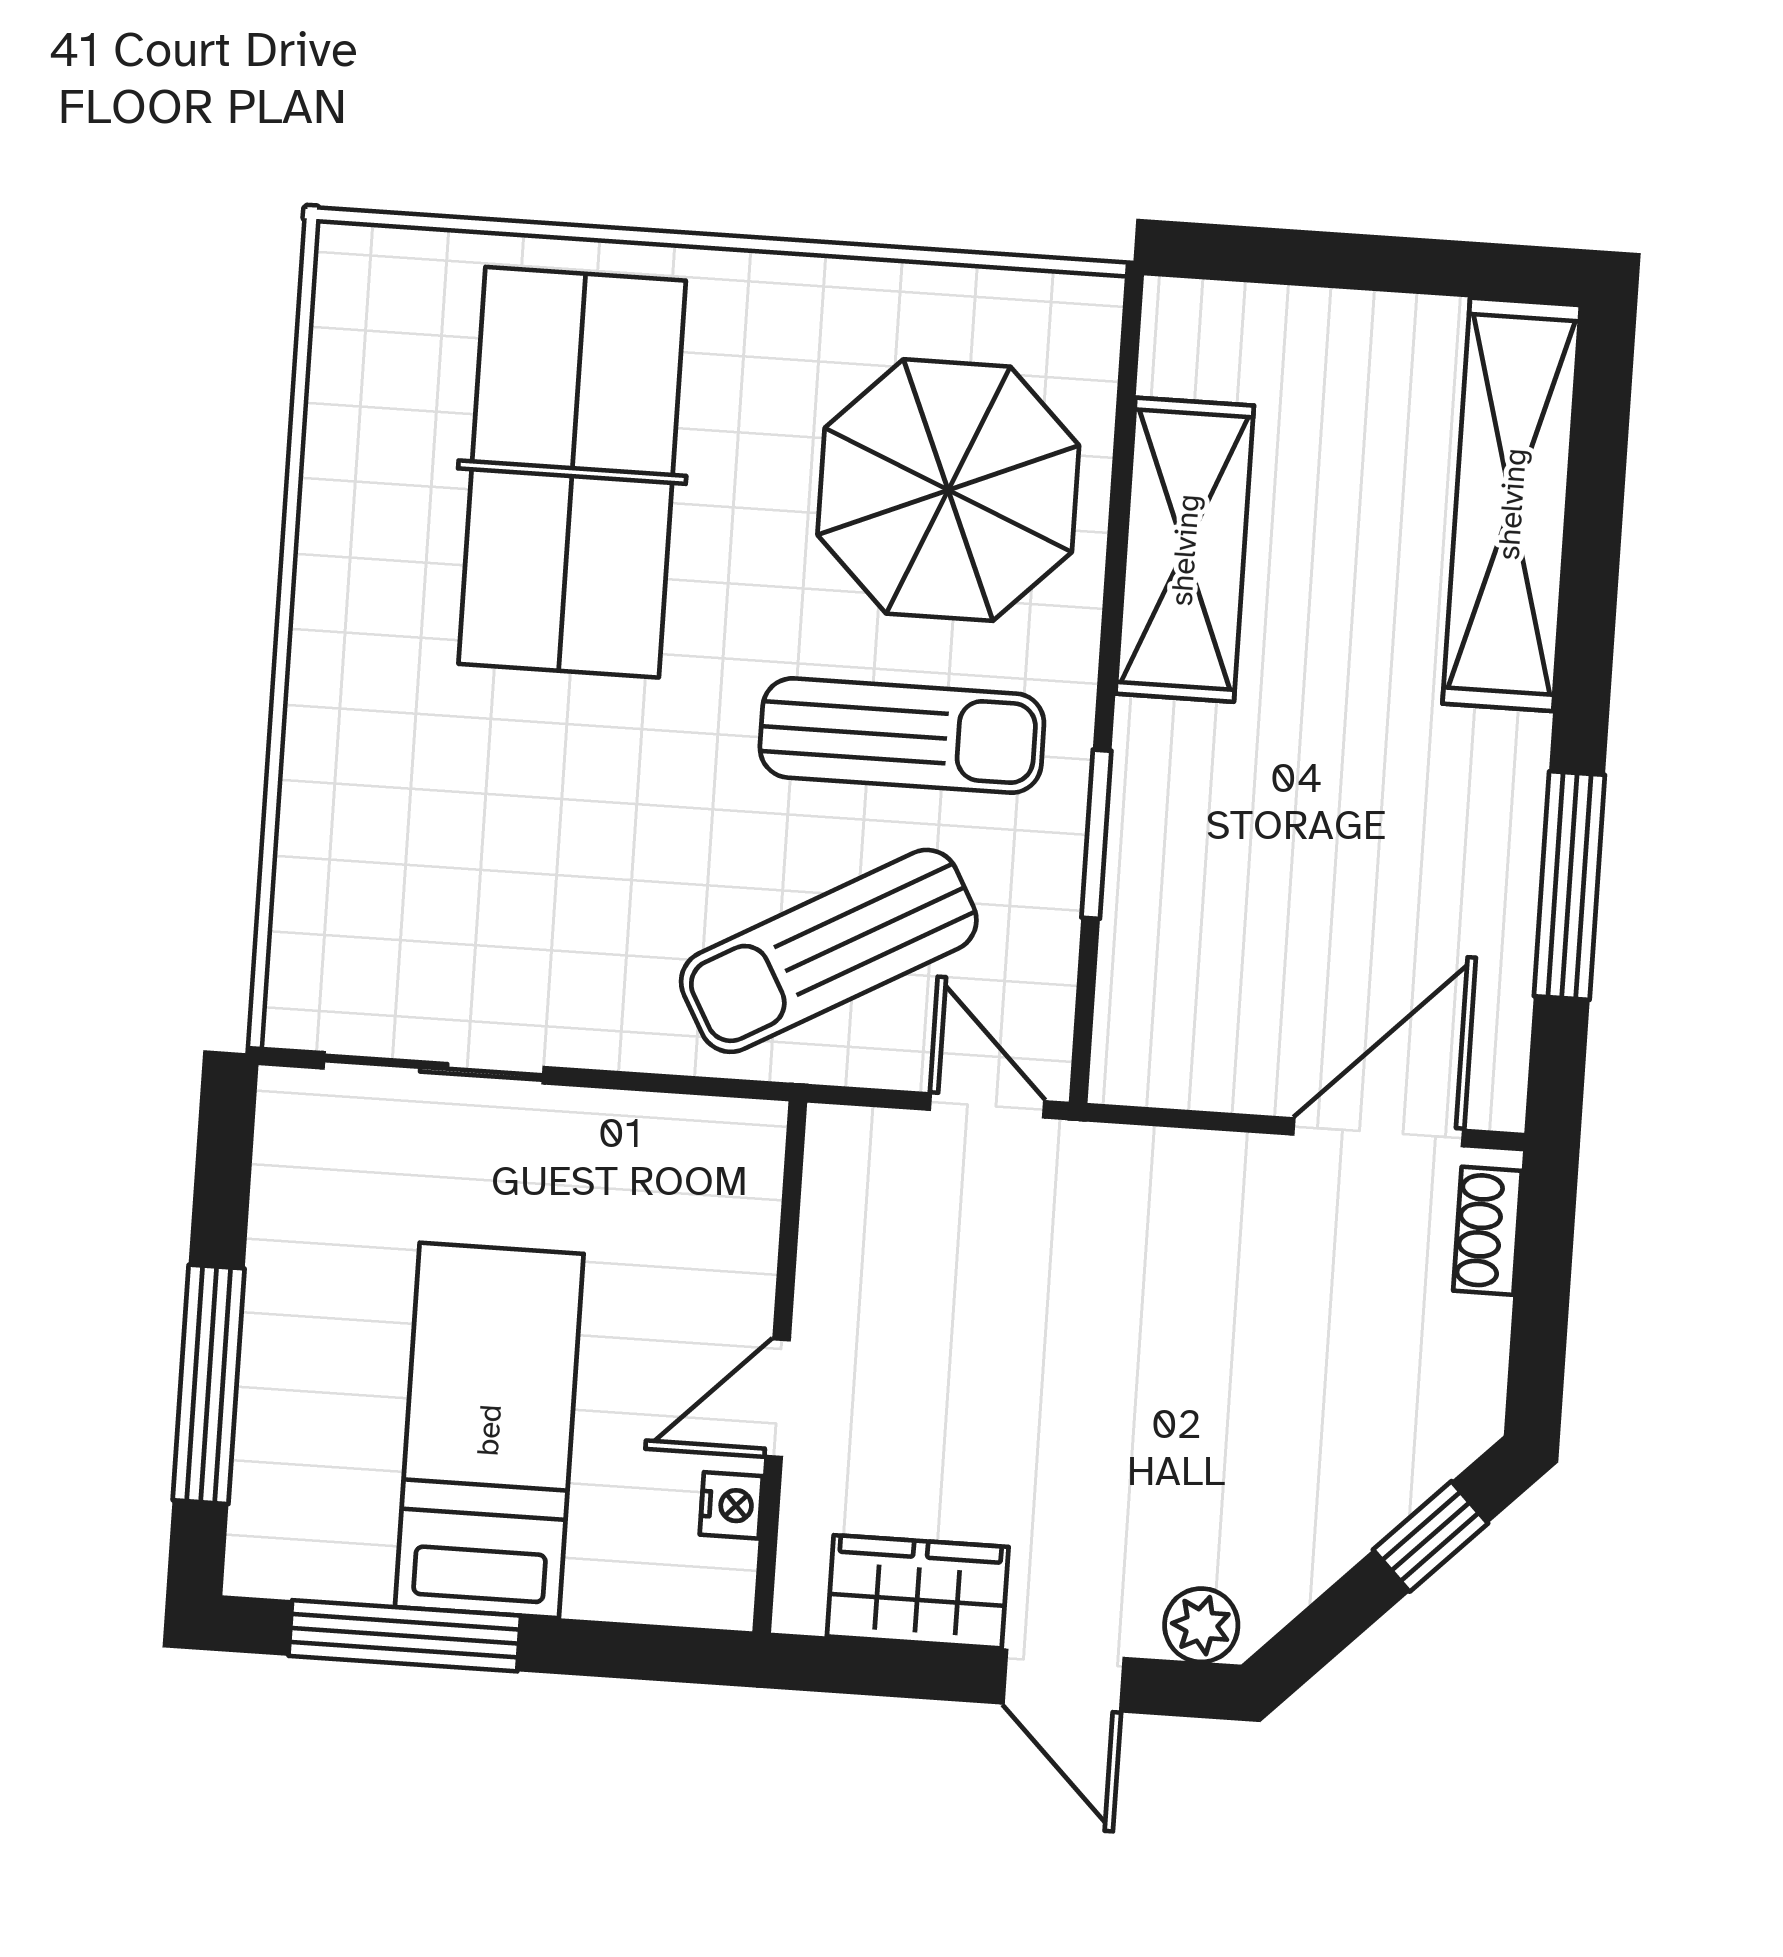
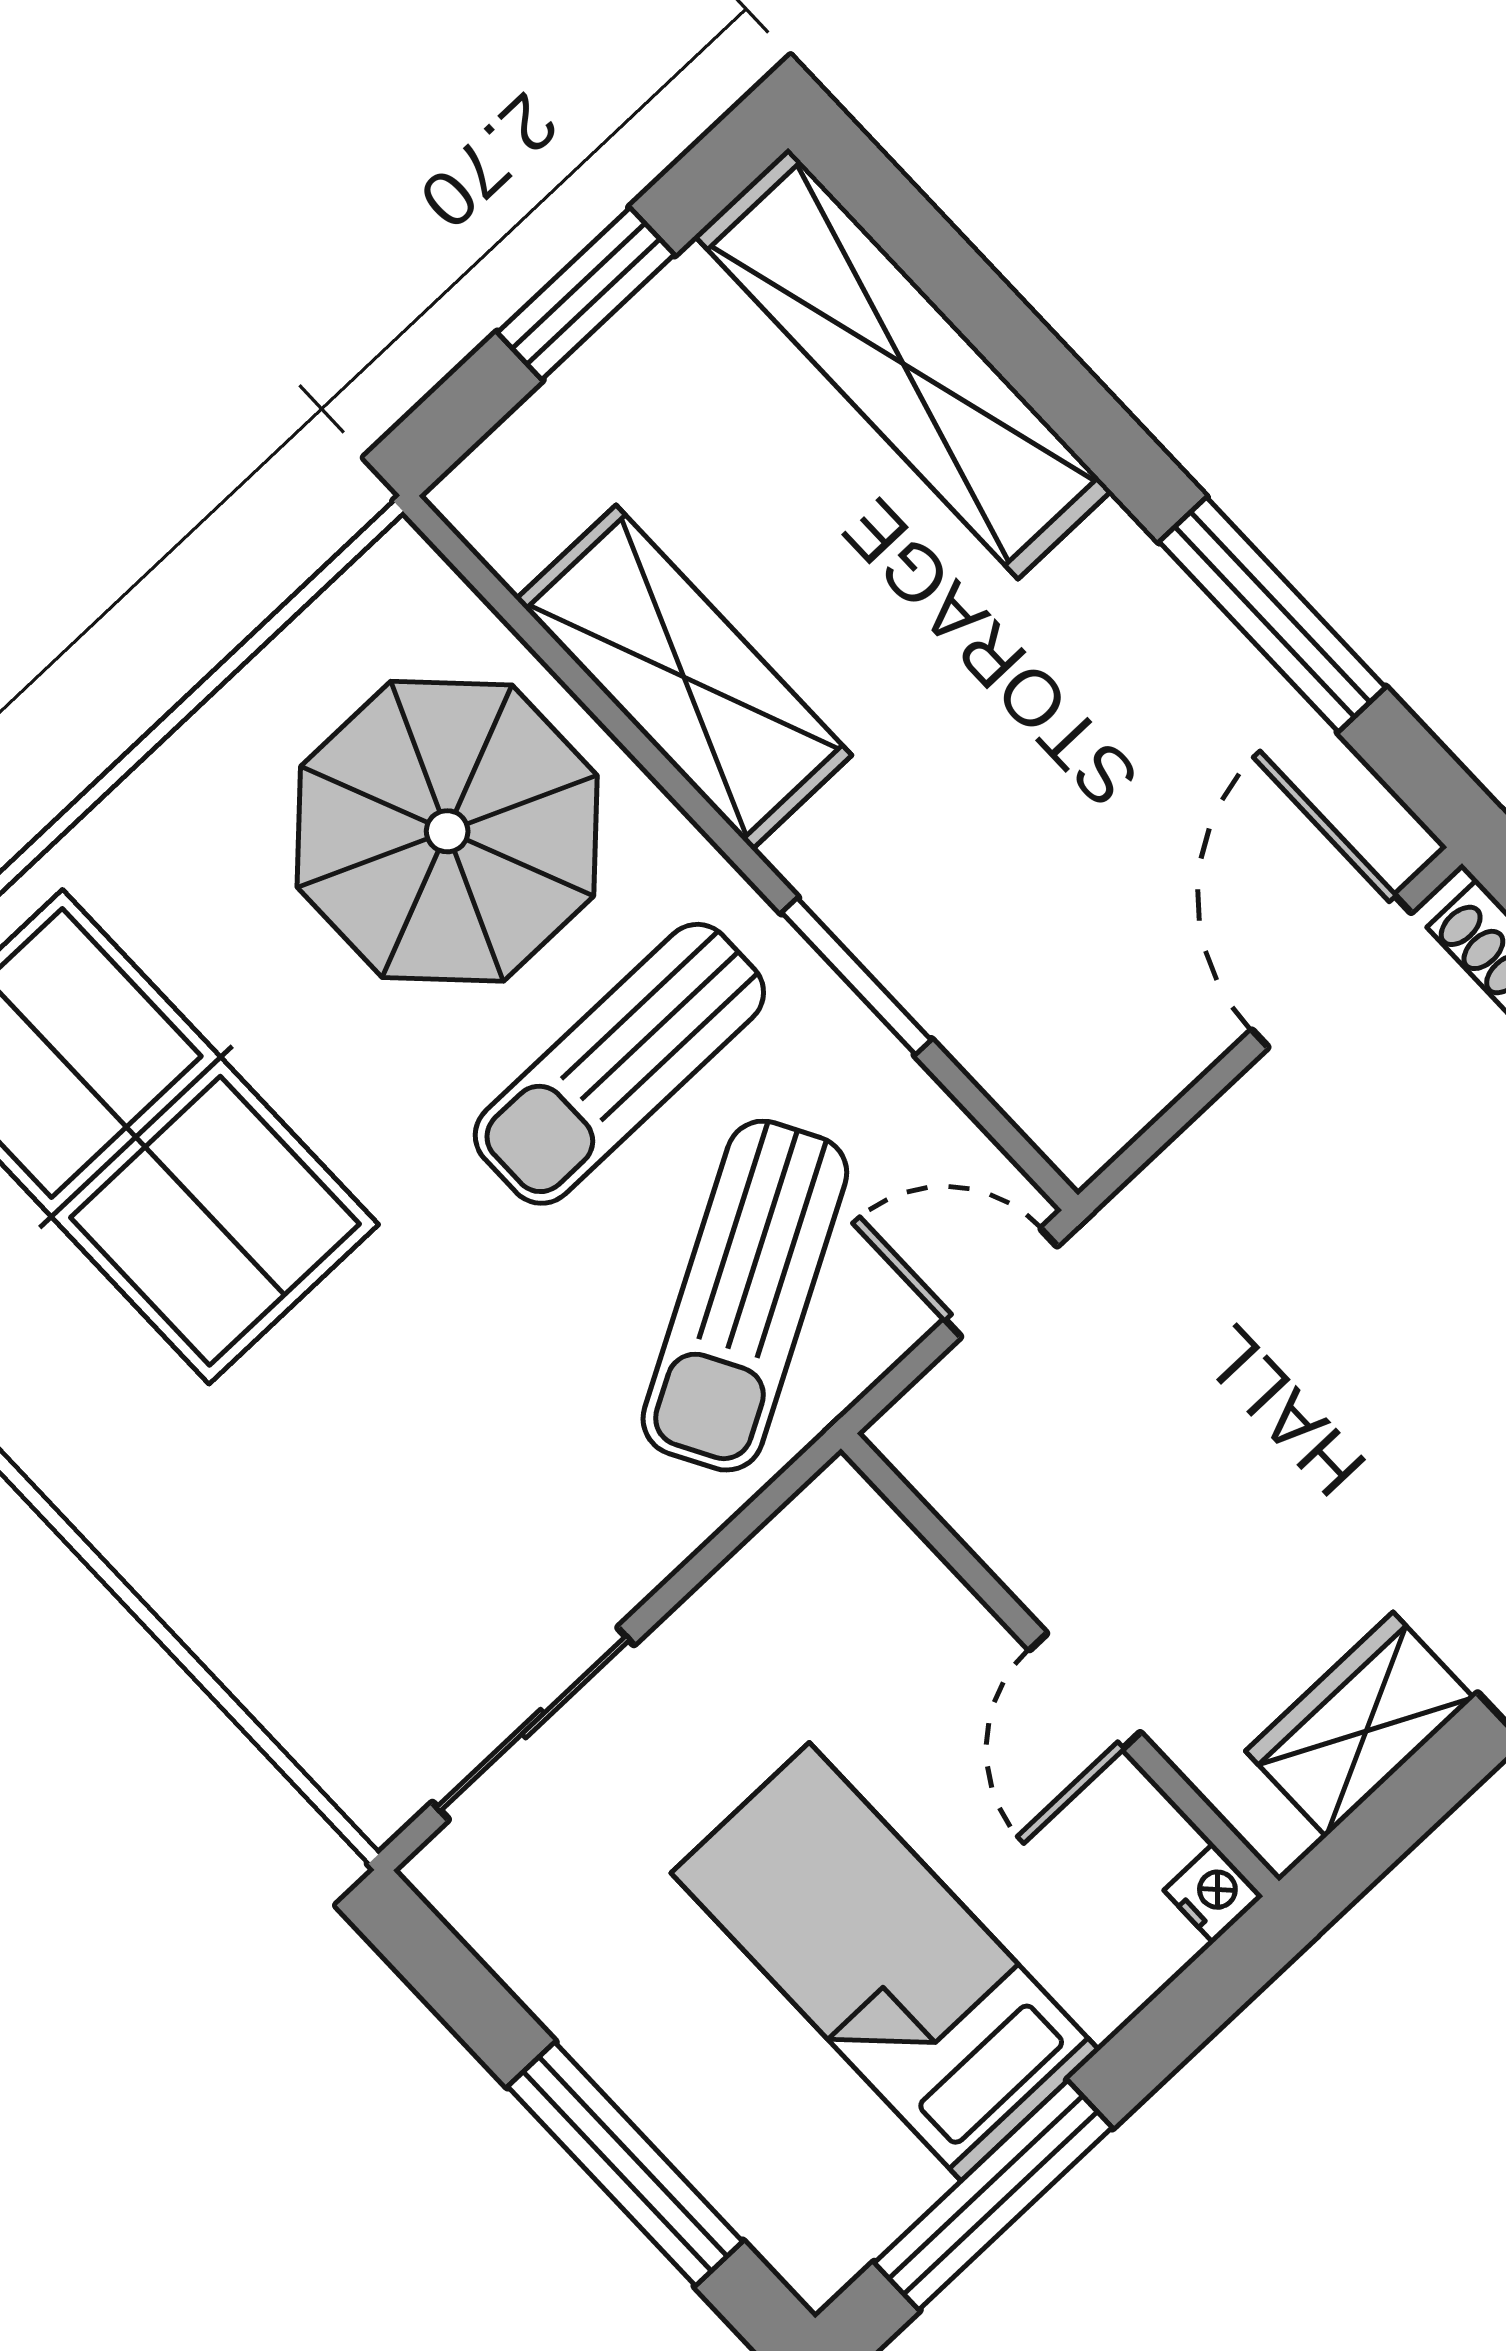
window: (1370, 263) -> (586, 294), added
sun lounger: (902, 736) -> (619, 1064), turned 180
nightstand: (731, 1505) -> (1213, 1893), moved

